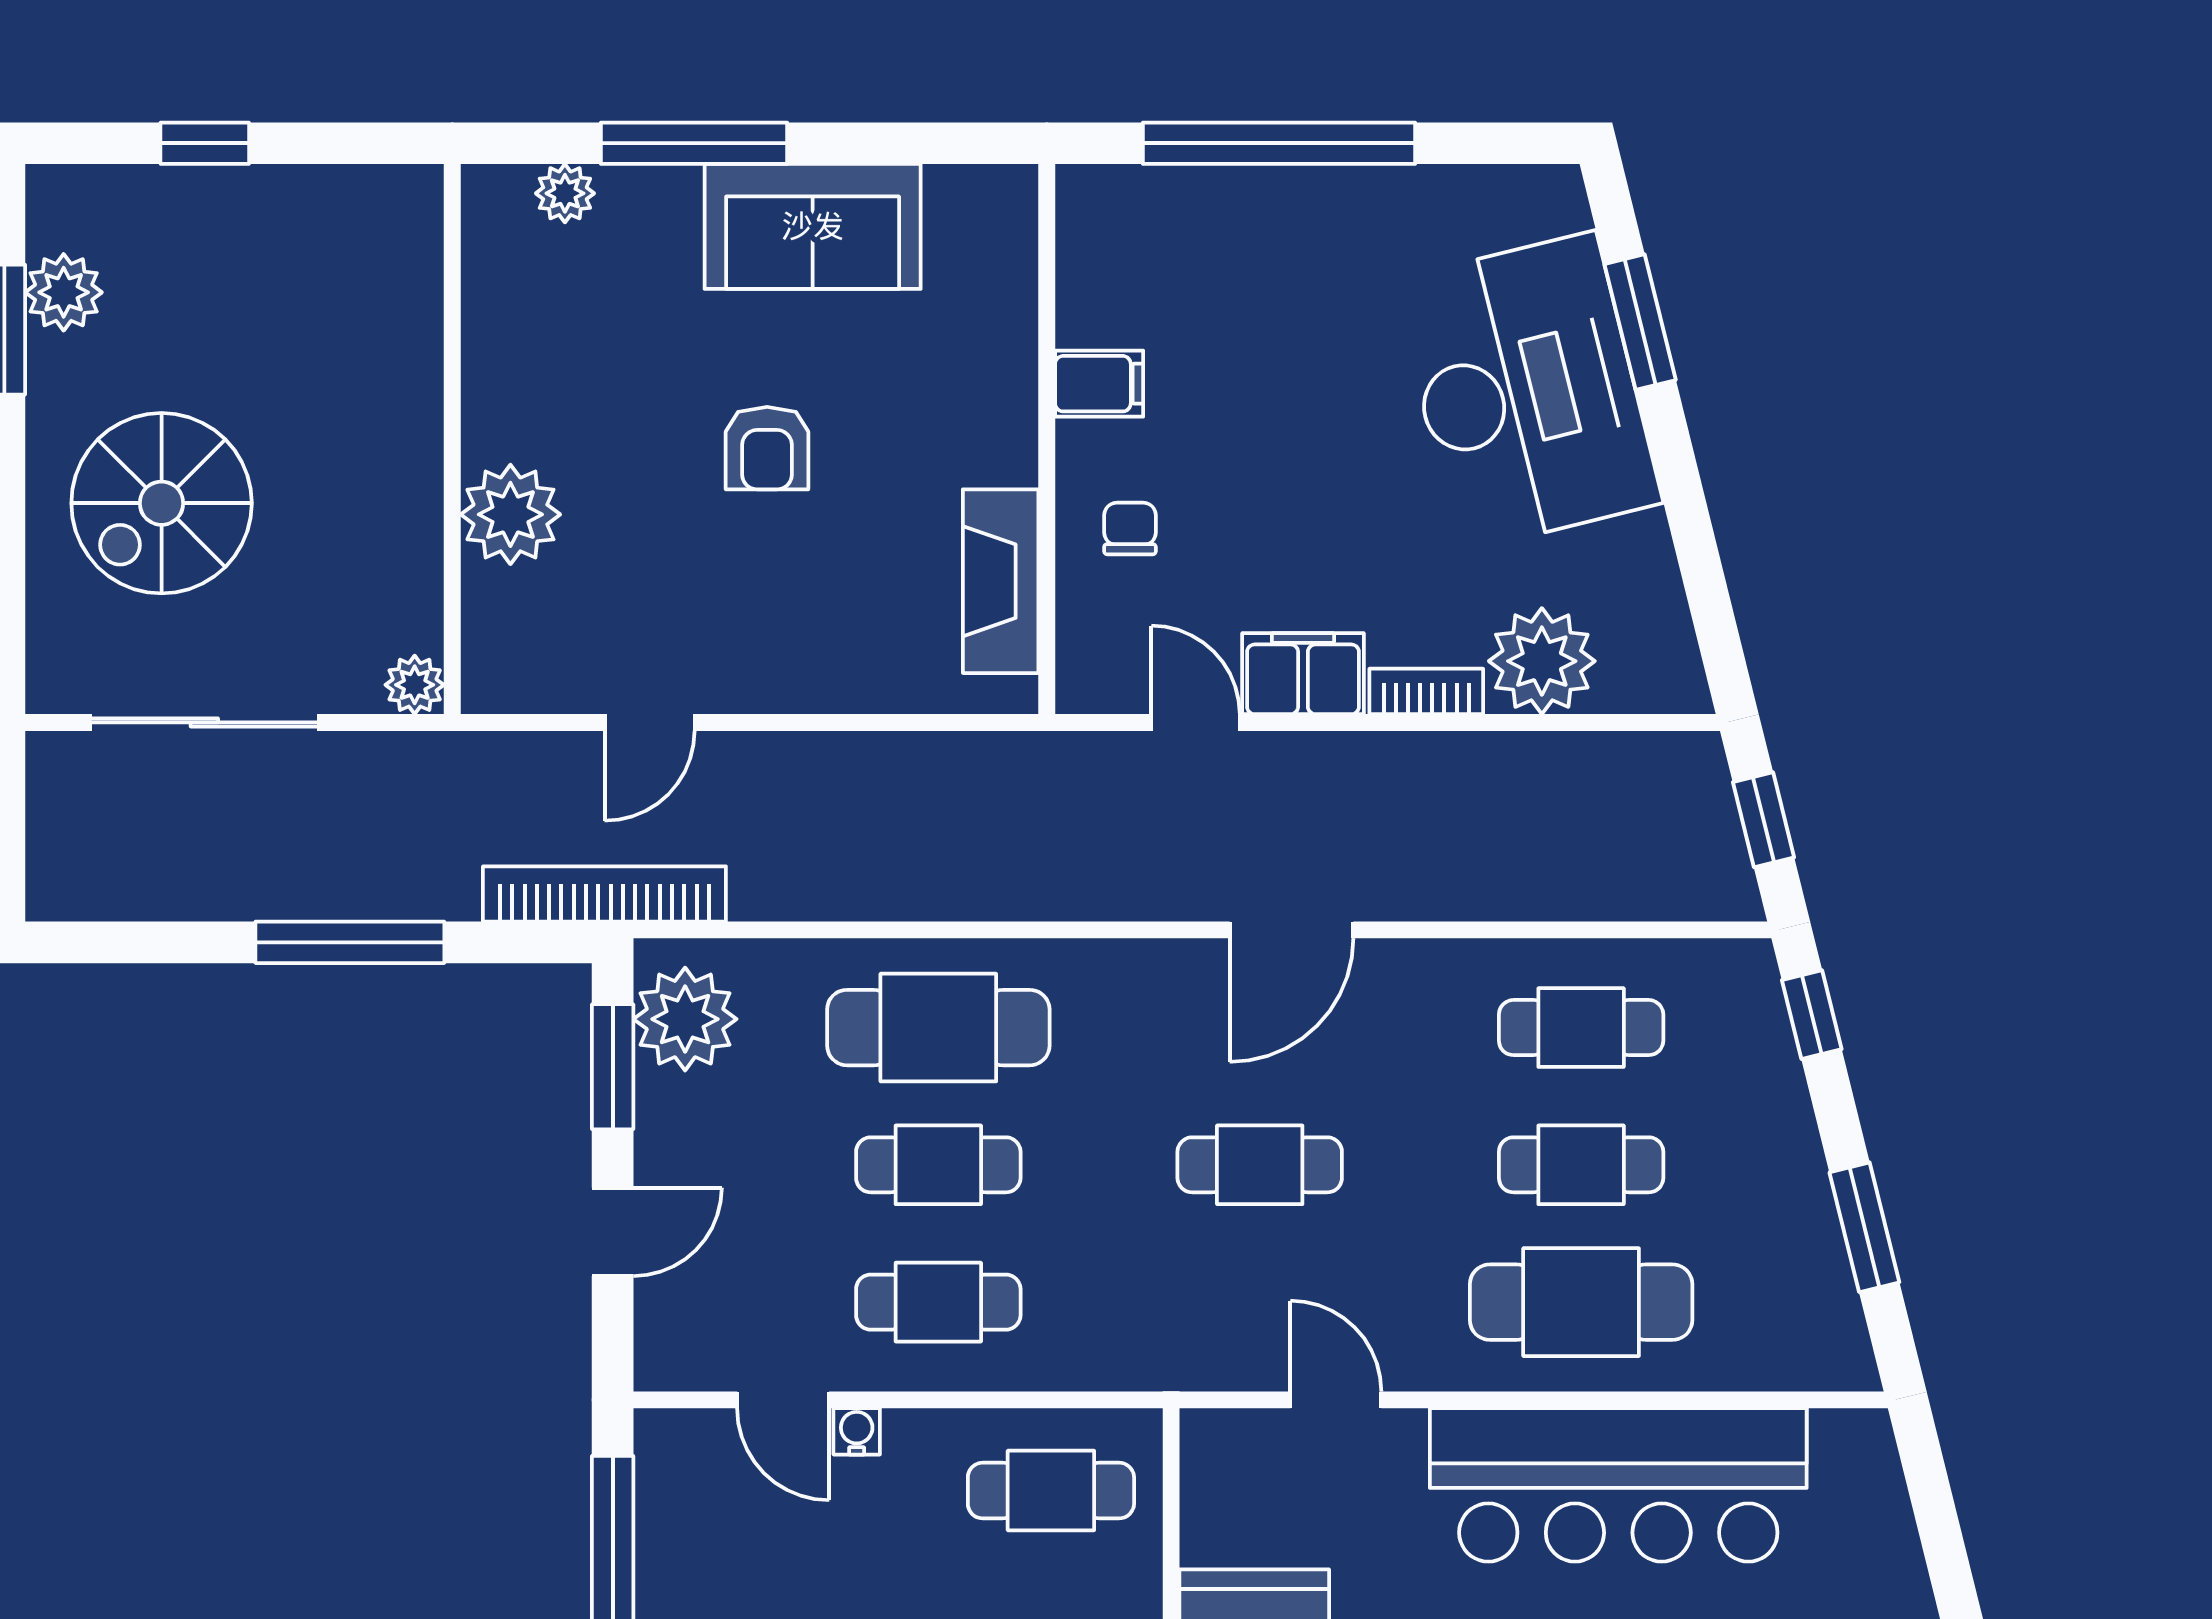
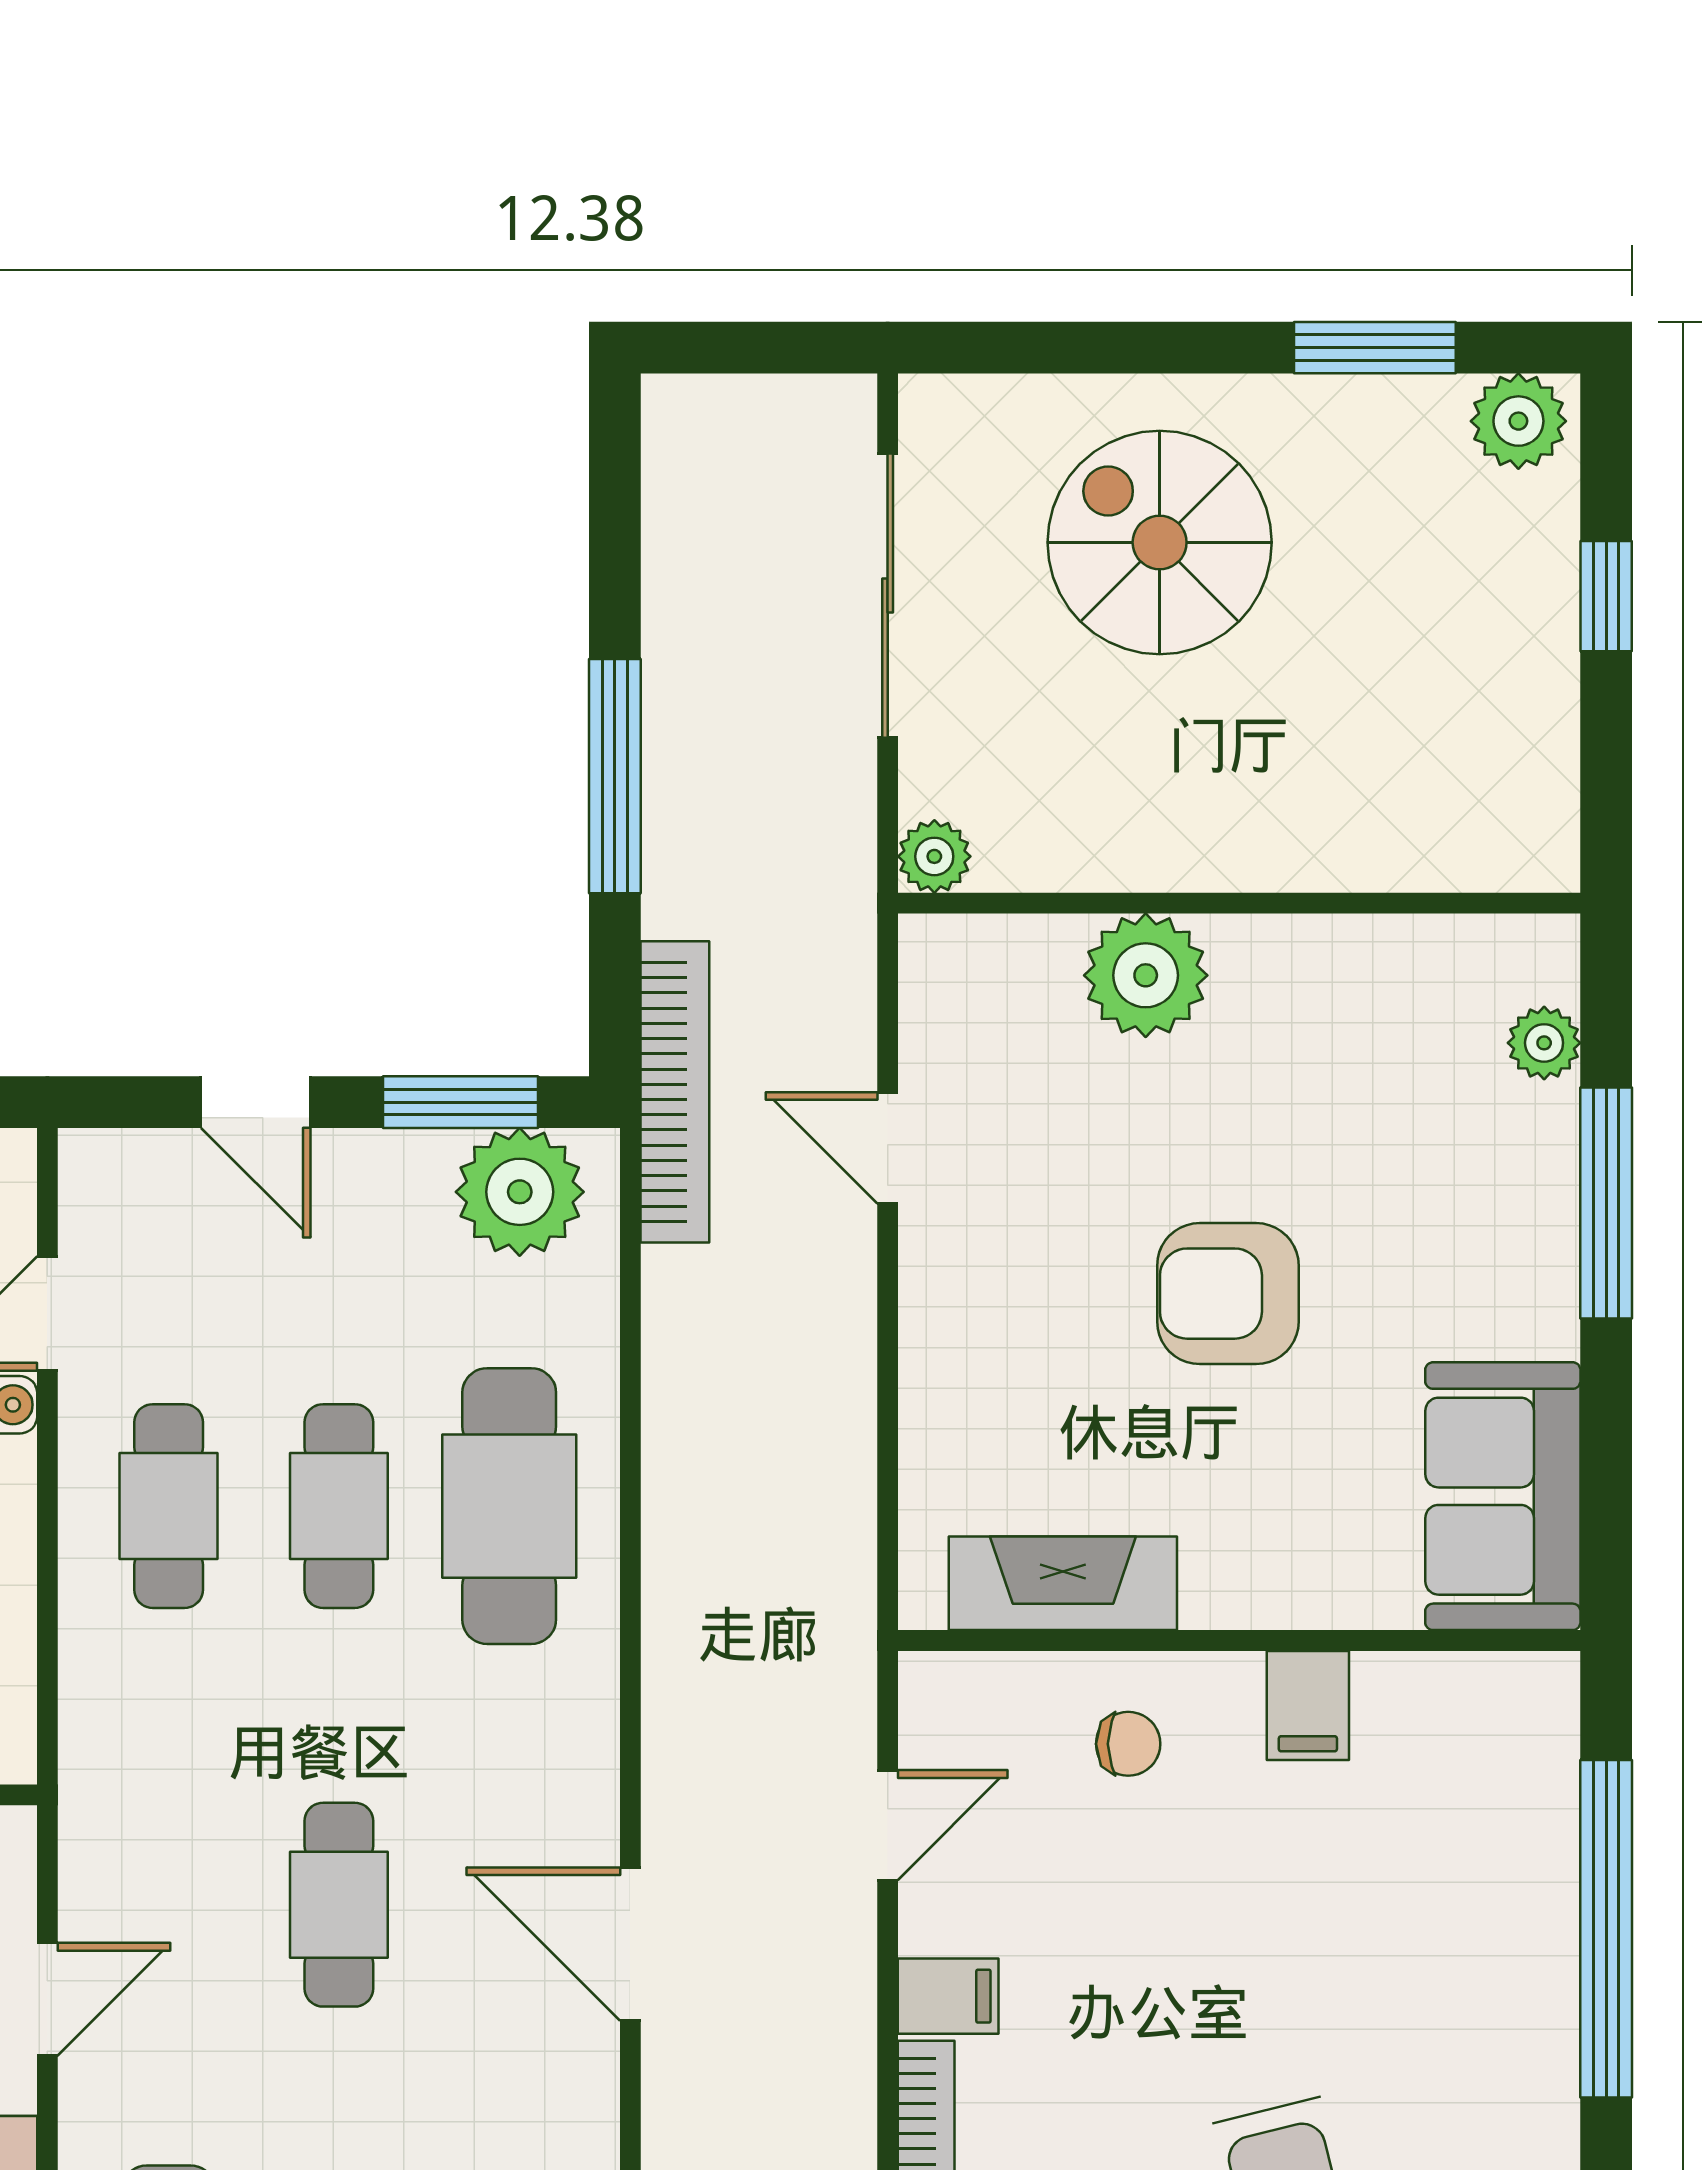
sofa: (813, 226) -> (1503, 1496), moved
plant: (64, 292) -> (1518, 421), moved
armchair: (767, 448) -> (1228, 1294), width x1.38, depth x1.38
filing cabinet: (1303, 674) -> (948, 1996), width x0.50

